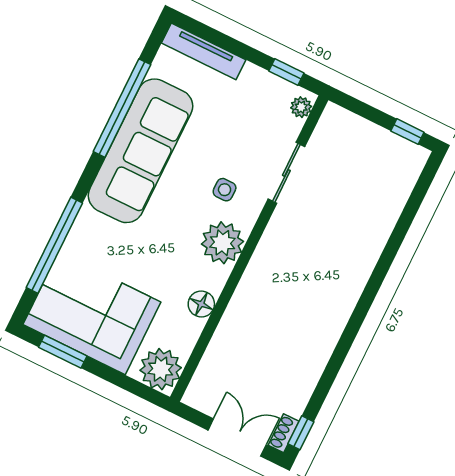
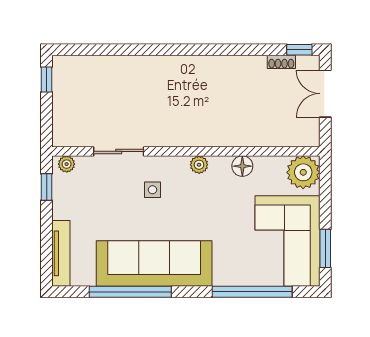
plant: (222, 243) -> (199, 165), width x0.53, depth x0.53
shoe rack: (284, 433) -> (281, 62), moved

